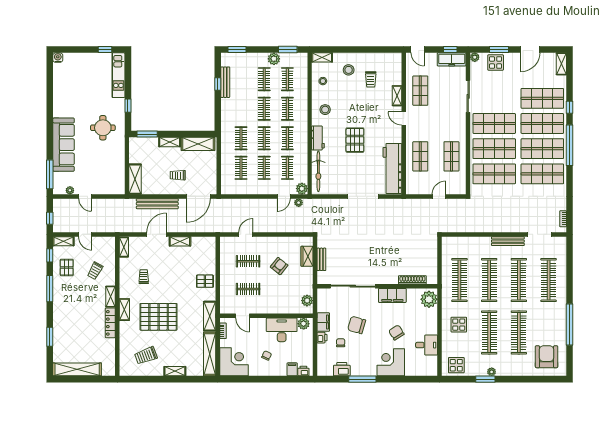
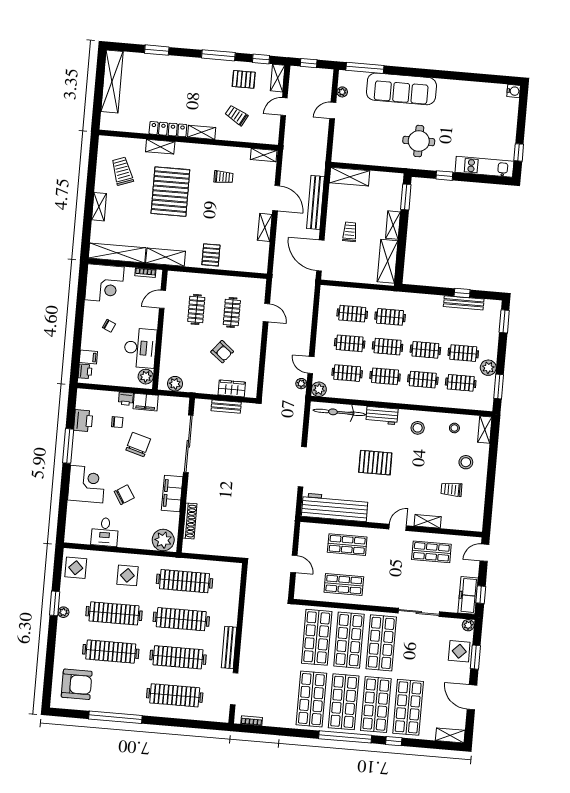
shelving: (124, 310) -> (160, 147), moved

